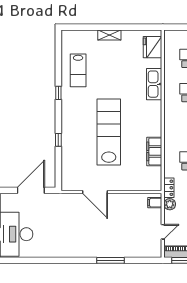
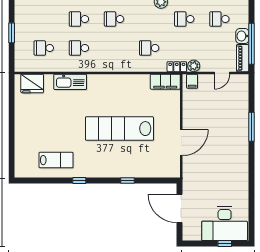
shelving: (109, 35) -> (20, 128), removed
filing cabinet: (154, 151) -> (165, 82), moved
door: (163, 232) -> (222, 73), swing flipped

